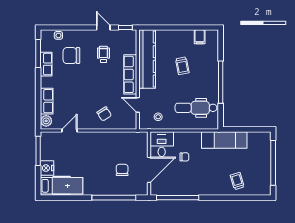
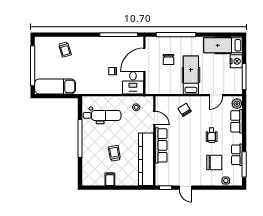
filing cabinet: (200, 37) -> (110, 179), moved
wheelchair: (103, 54) -> (212, 135), moved
exam couch: (224, 140) -> (55, 86), moved
hospital bed: (97, 153) -> (191, 75), added

